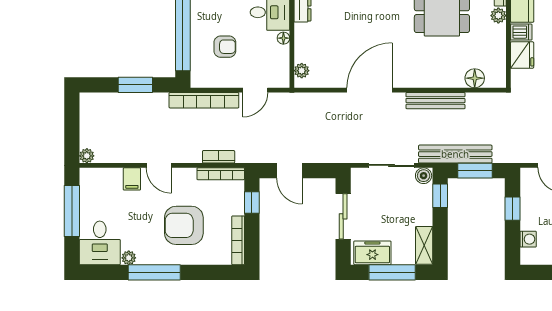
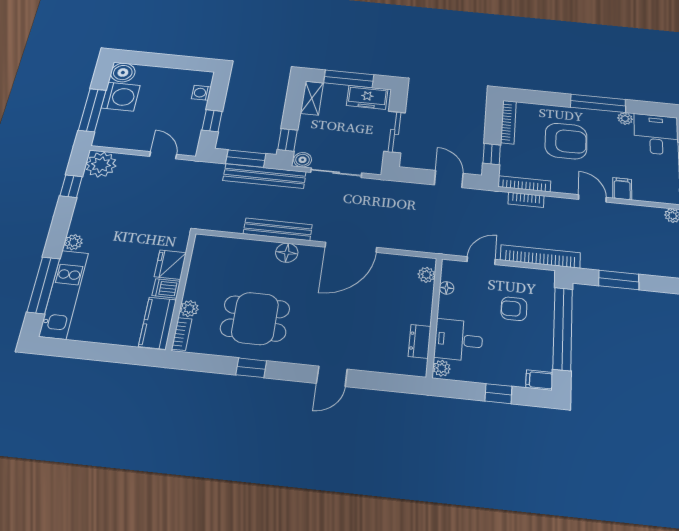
floor lamp: (283, 38) -> (447, 288), moved
floor lamp: (475, 78) -> (287, 253), moved

